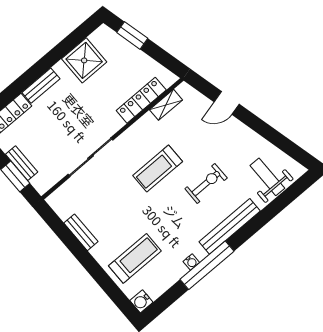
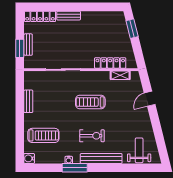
shower: (84, 60) -> (99, 21), removed
door: (227, 103) -> (150, 99), hinge flipped
exercise bike: (206, 183) -> (92, 136), moved
window: (207, 265) -> (75, 168), width x0.68

